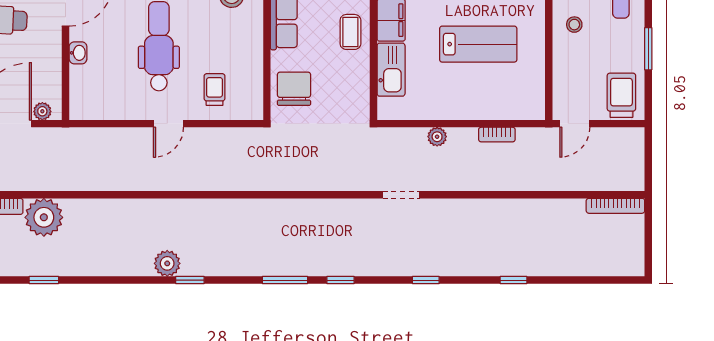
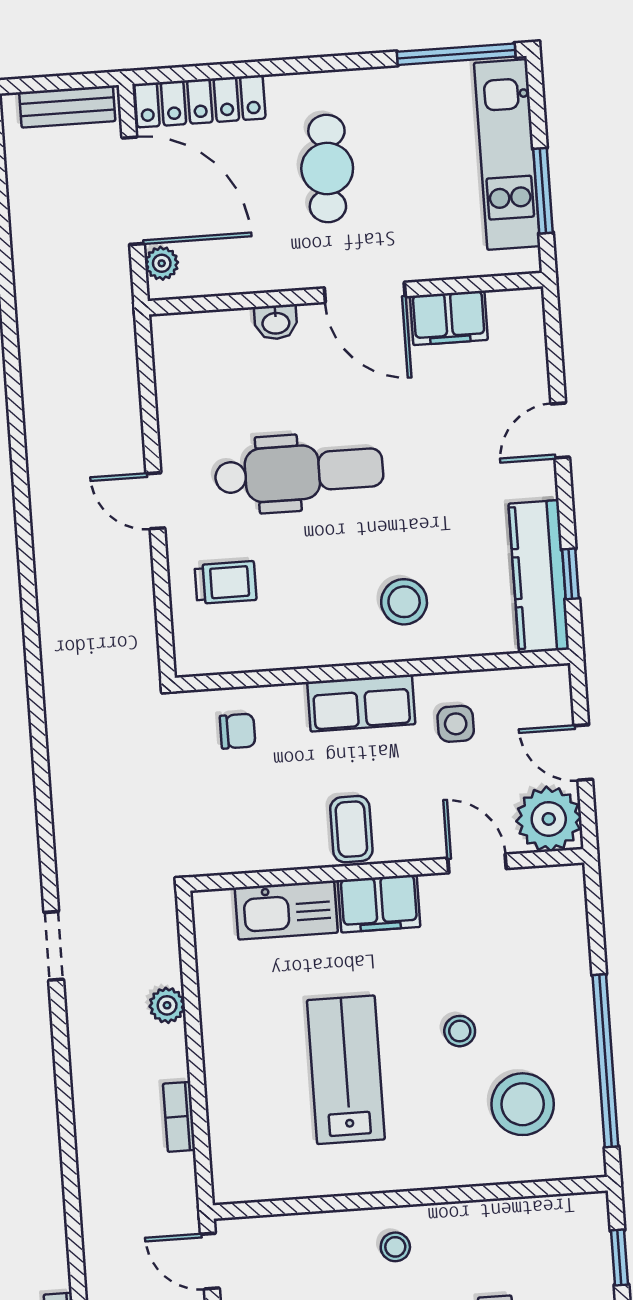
coffee table: (350, 32) -> (351, 829), turned 90
lab bench: (478, 44) -> (346, 1070), turned 180
chair: (294, 89) -> (237, 731), width x0.54, depth x0.54

